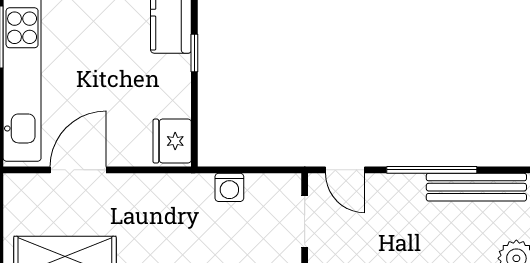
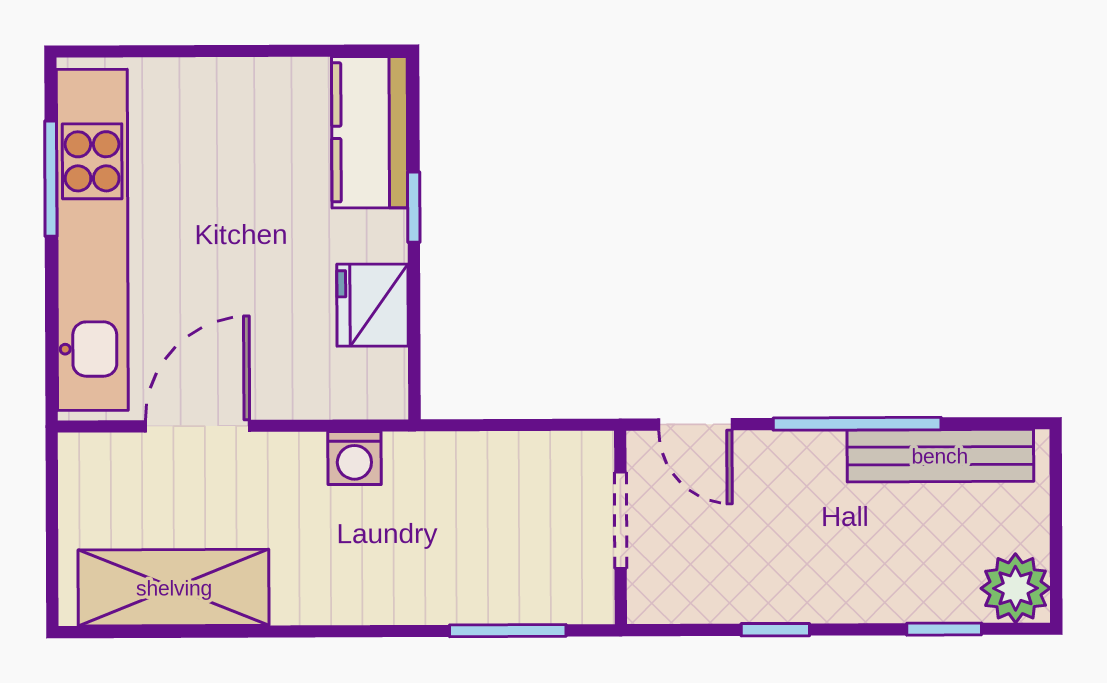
fridge: (172, 141) -> (373, 305), moved
washing machine: (229, 187) -> (354, 458), moved

